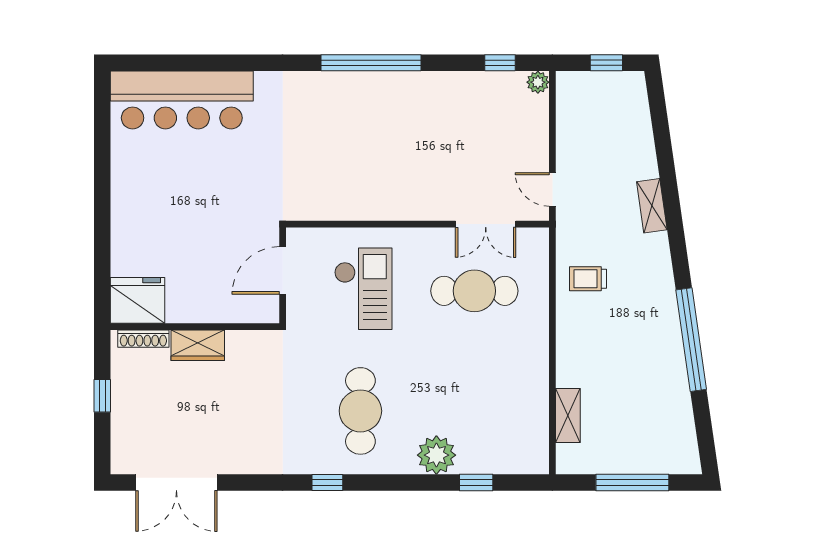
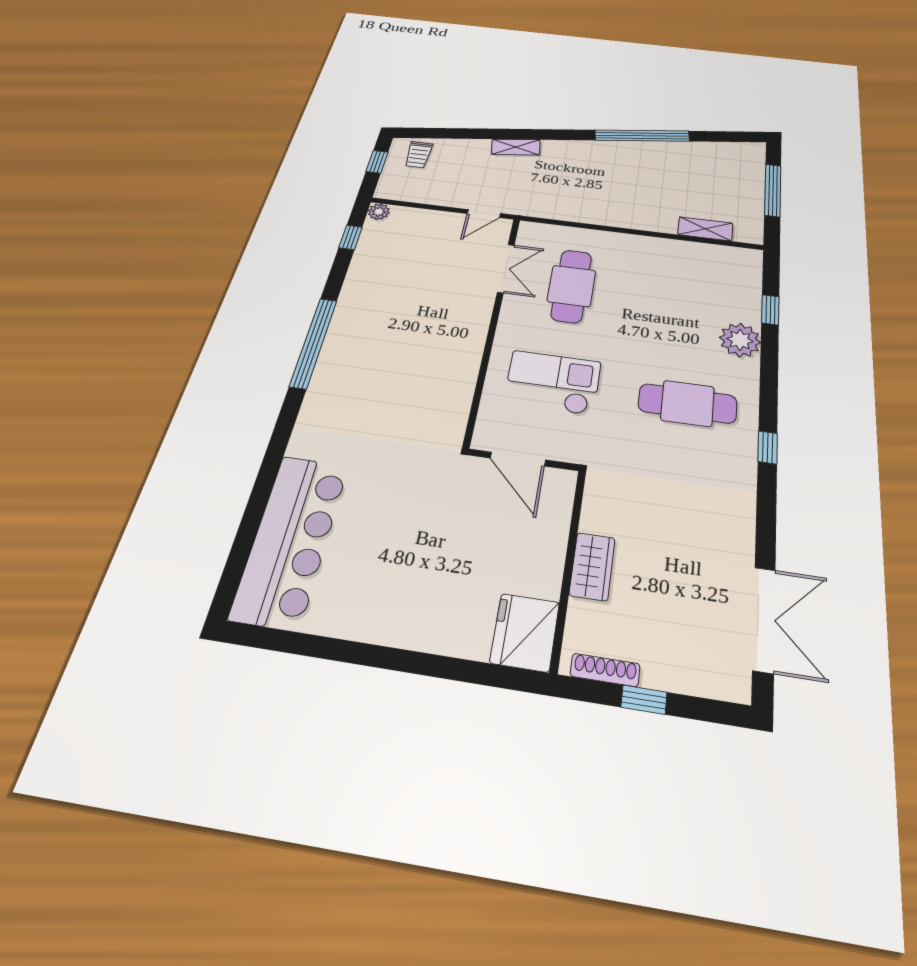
trolley: (588, 279) -> (418, 155), moved
shoe rack: (143, 339) -> (605, 670), moved, turned -90

